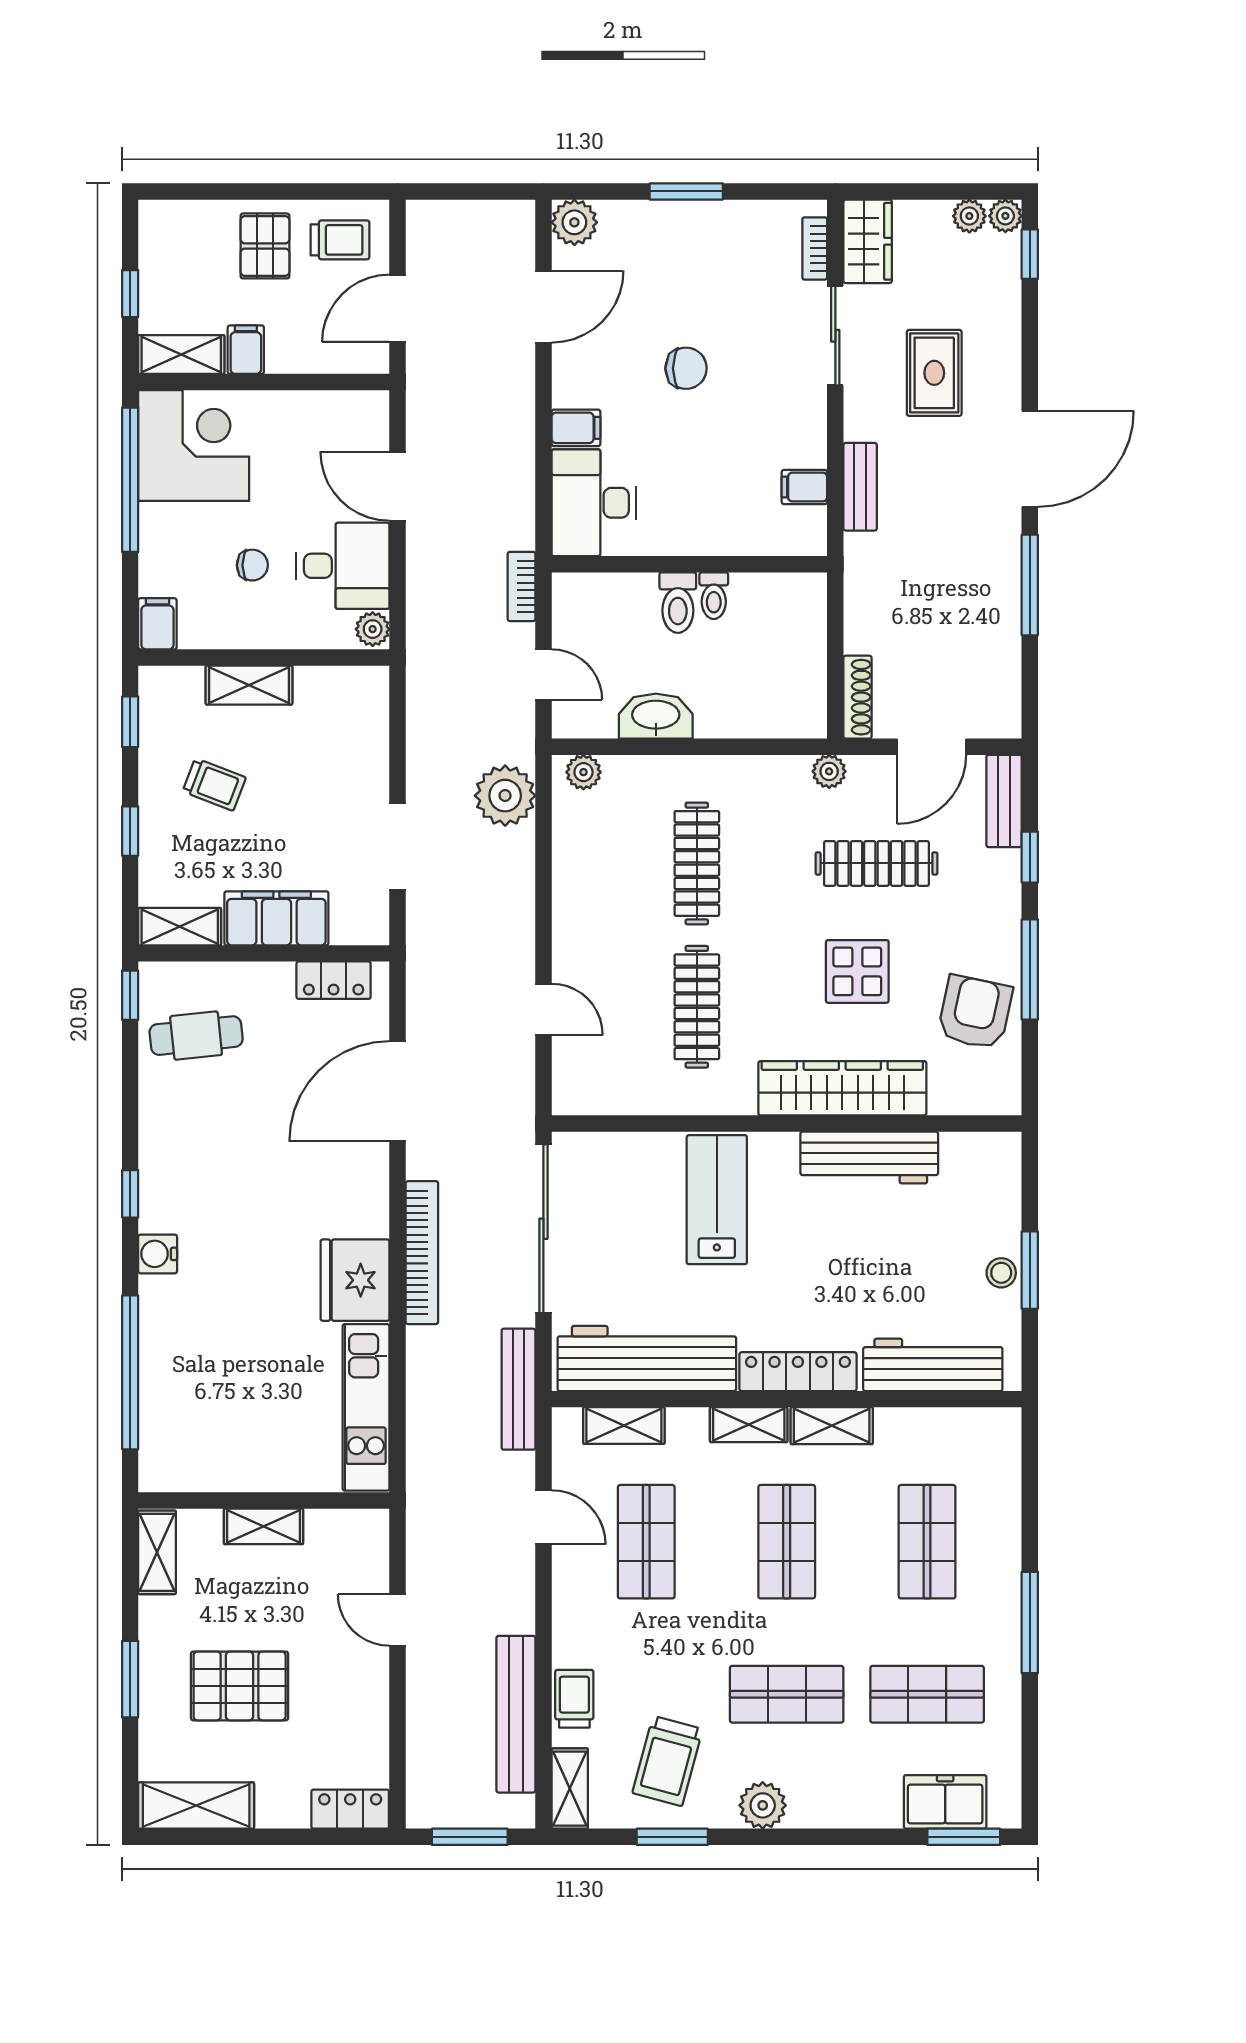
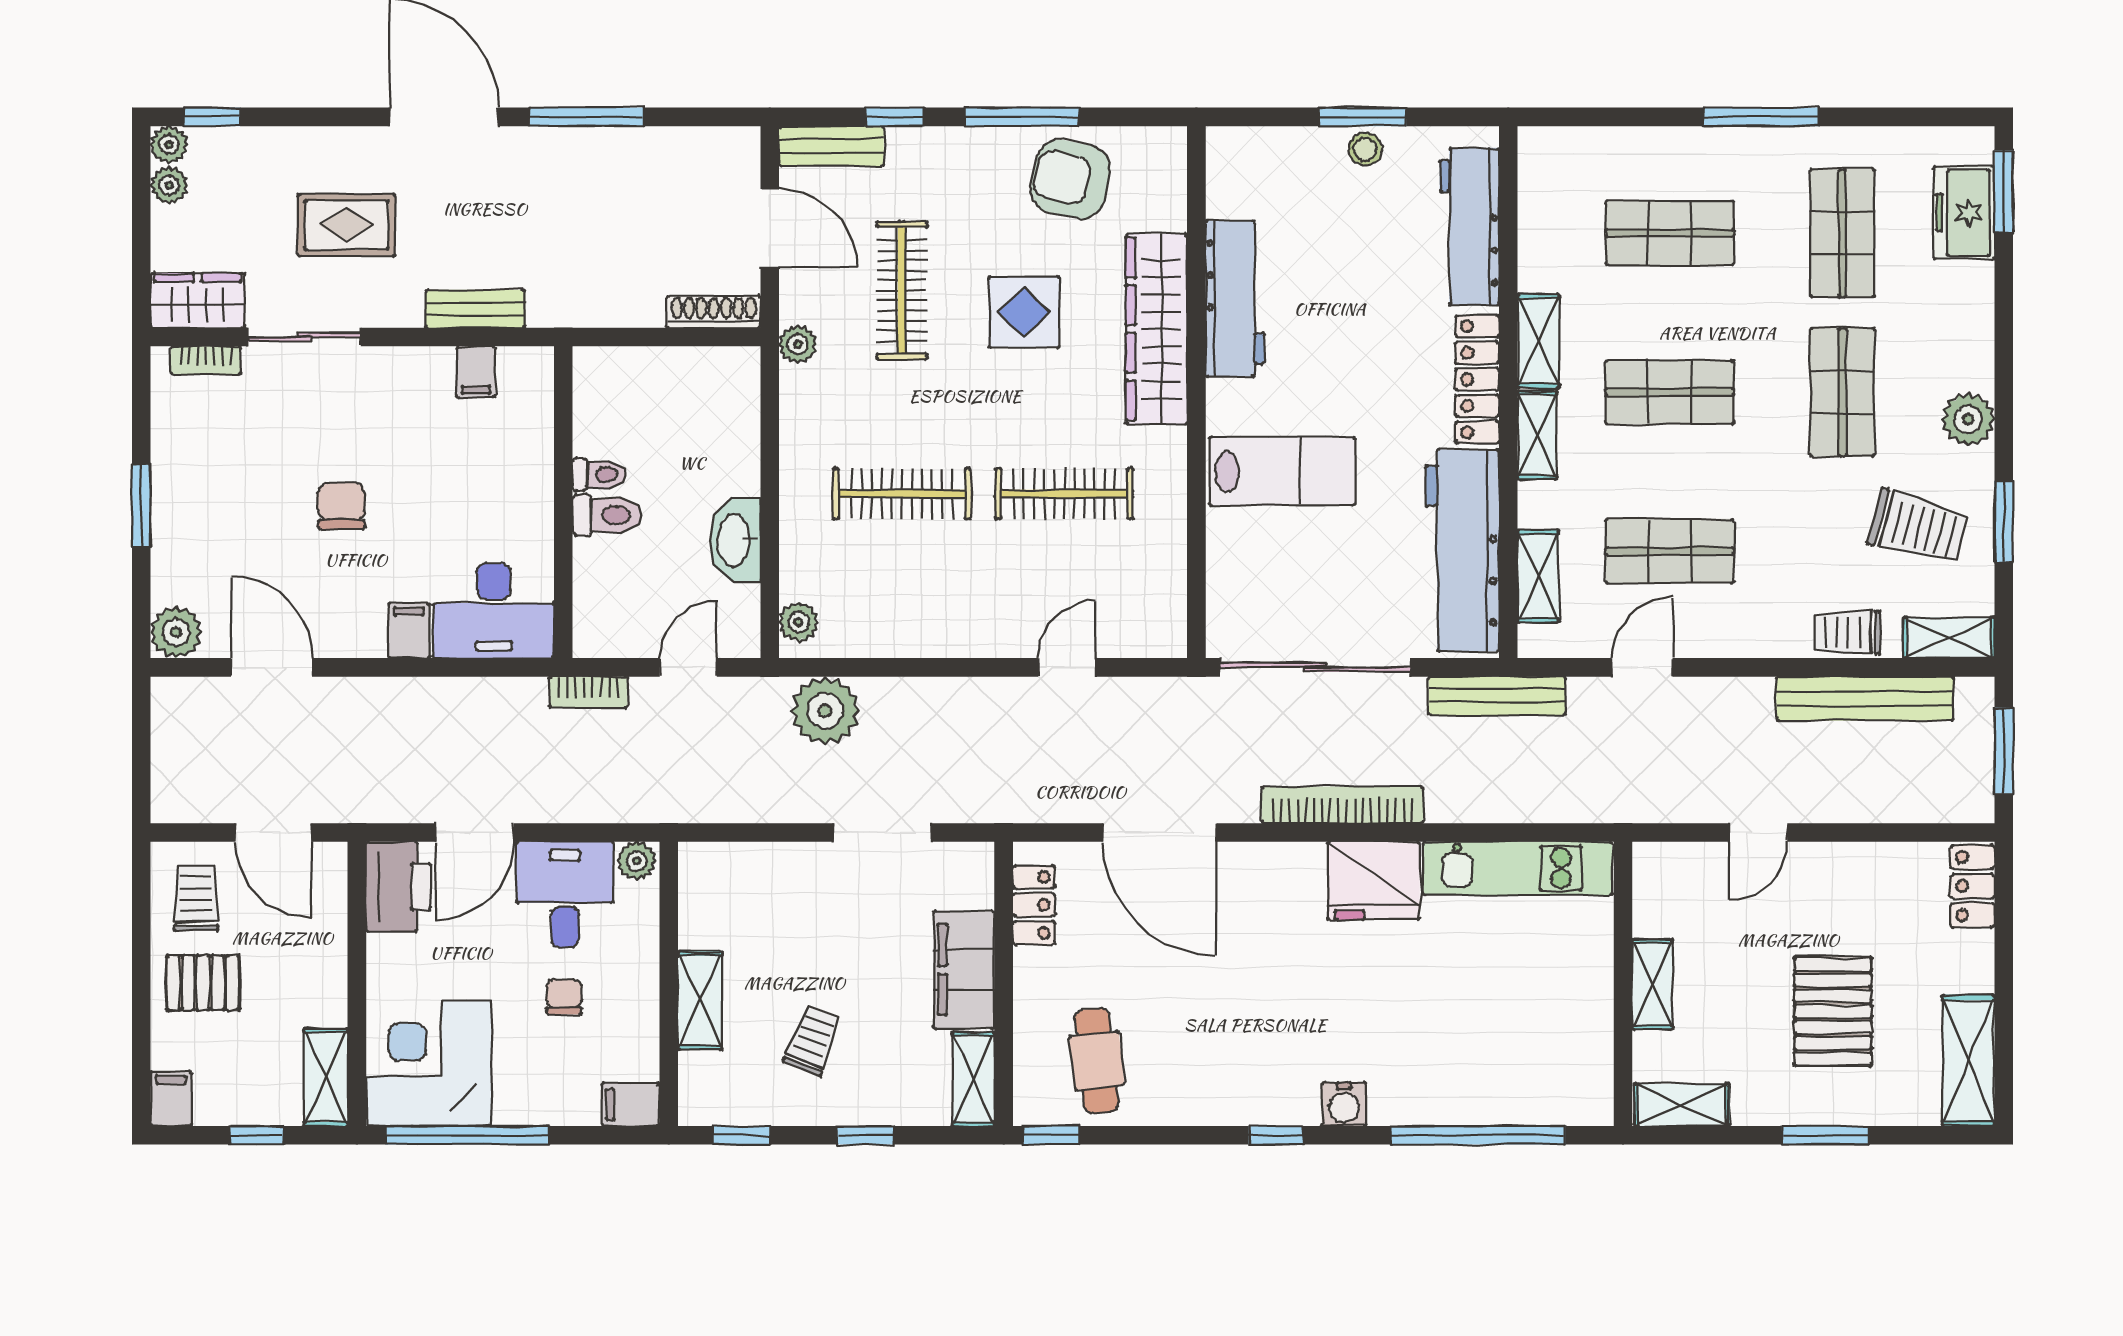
filing cabinet: (246, 350) -> (171, 1099), moved, turned 90
printer: (350, 419) -> (398, 887), added
lab bench: (717, 1200) -> (1283, 471), turned 180

